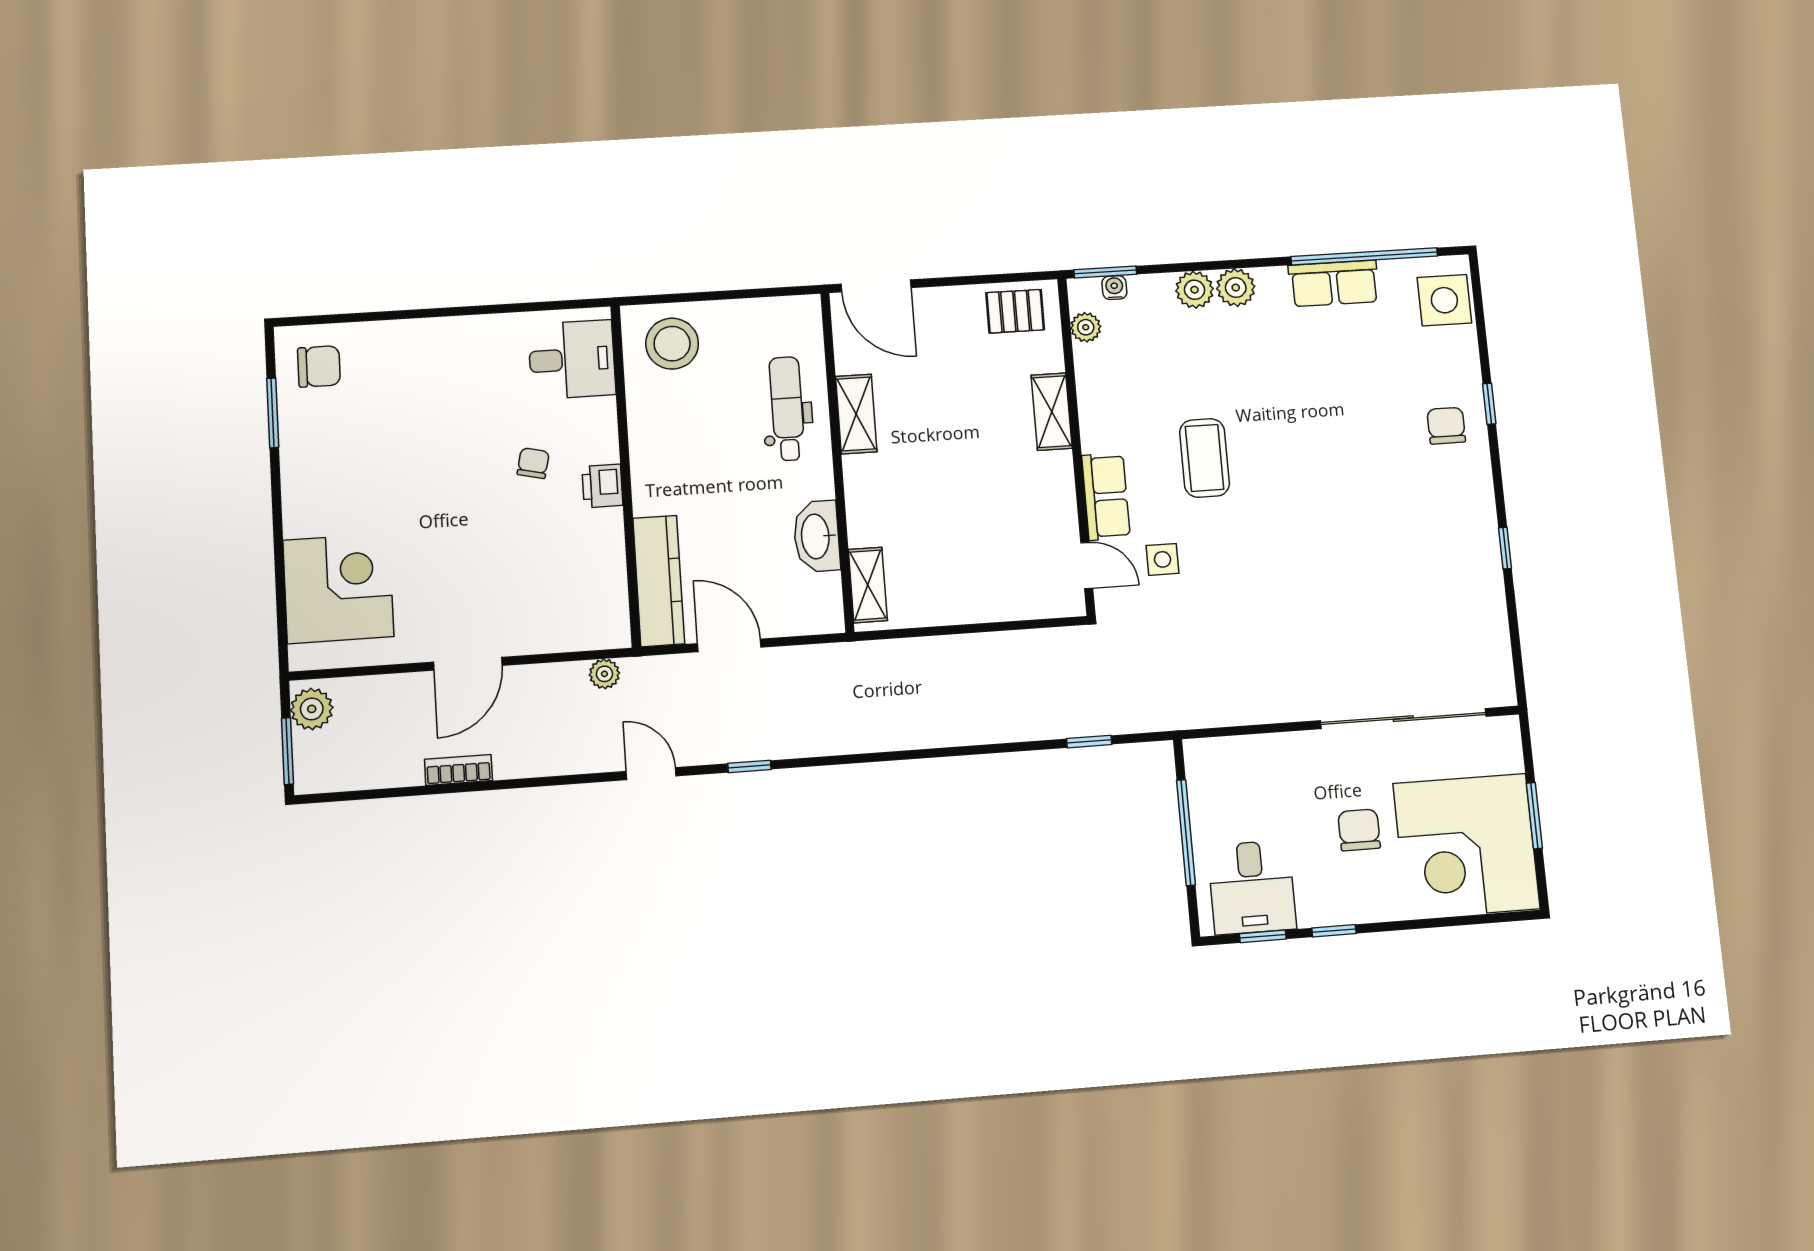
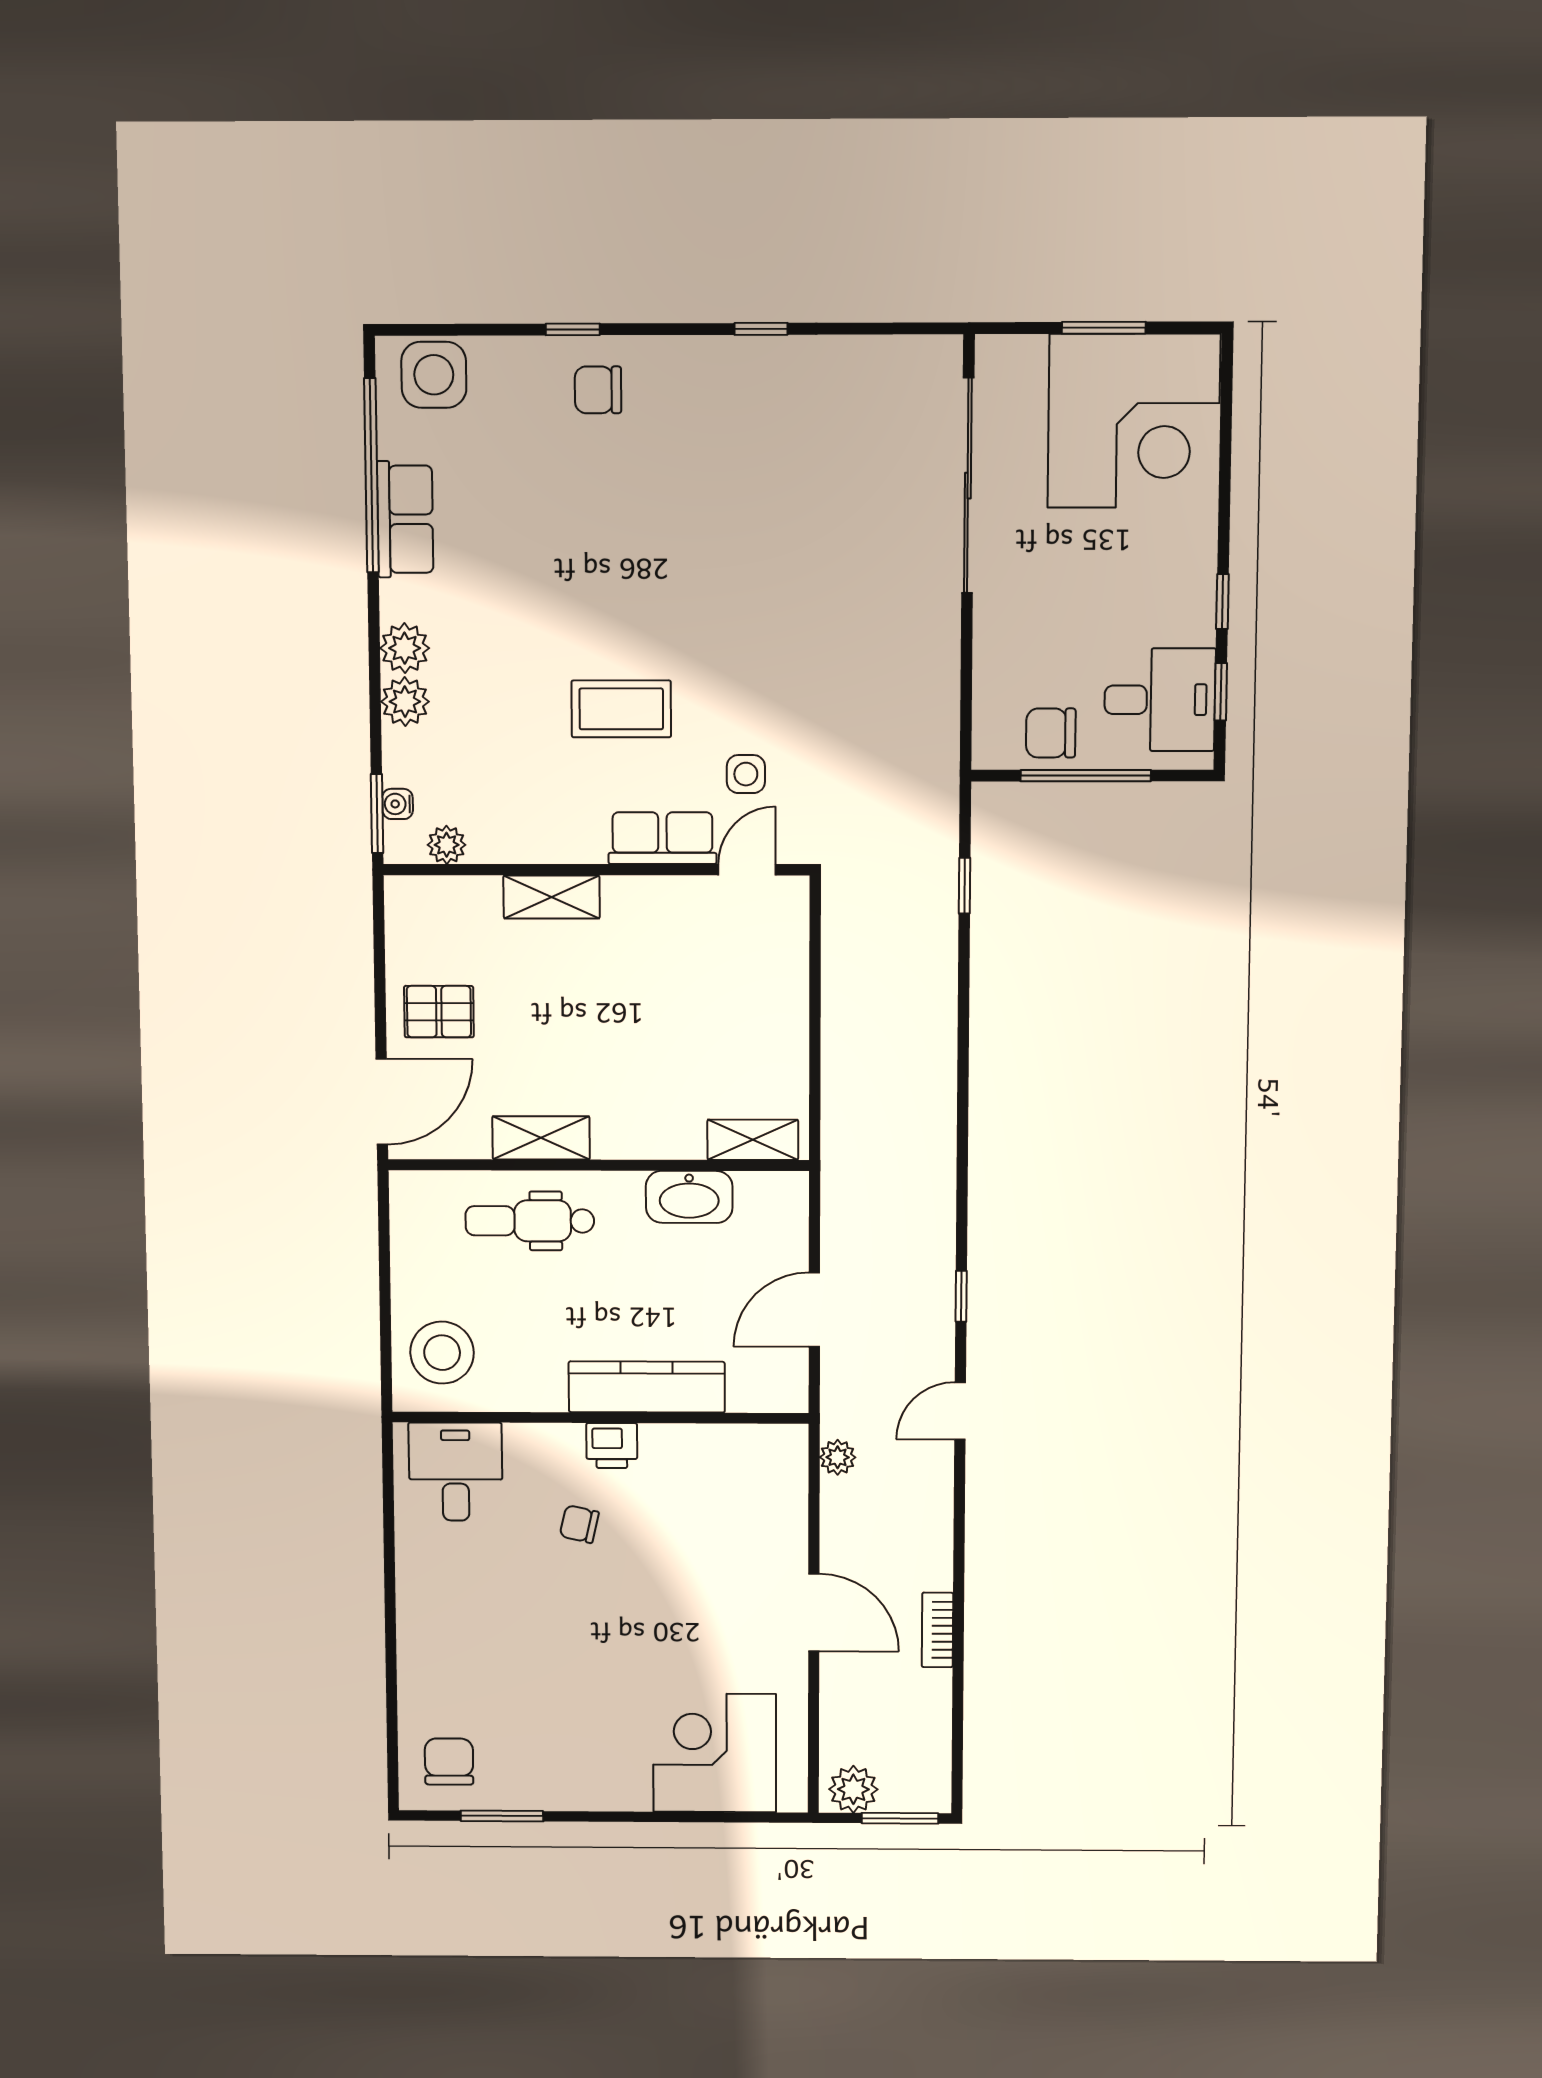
pallet: (1015, 311) -> (439, 1012), moved, turned 90
kitchen counter: (659, 581) -> (647, 1387), moved
chair: (1359, 830) -> (1051, 733), moved

